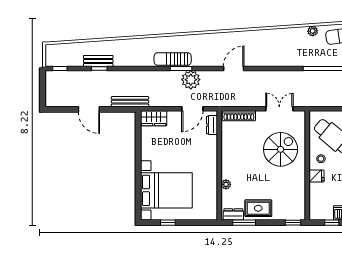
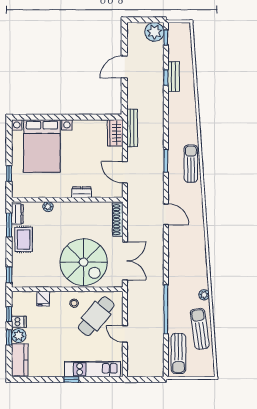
sun lounger: (173, 59) -> (191, 164), moved
plant: (191, 80) -> (154, 32), moved
bench: (130, 102) -> (132, 128), moved
double door: (279, 109) -> (125, 261), width x1.37
dresser: (212, 125) -> (82, 192), moved
spiral stairs: (281, 149) -> (84, 262), width x1.37, depth x1.37
fridge: (316, 176) -> (43, 299), moved
window: (168, 223) -> (9, 174), moved

